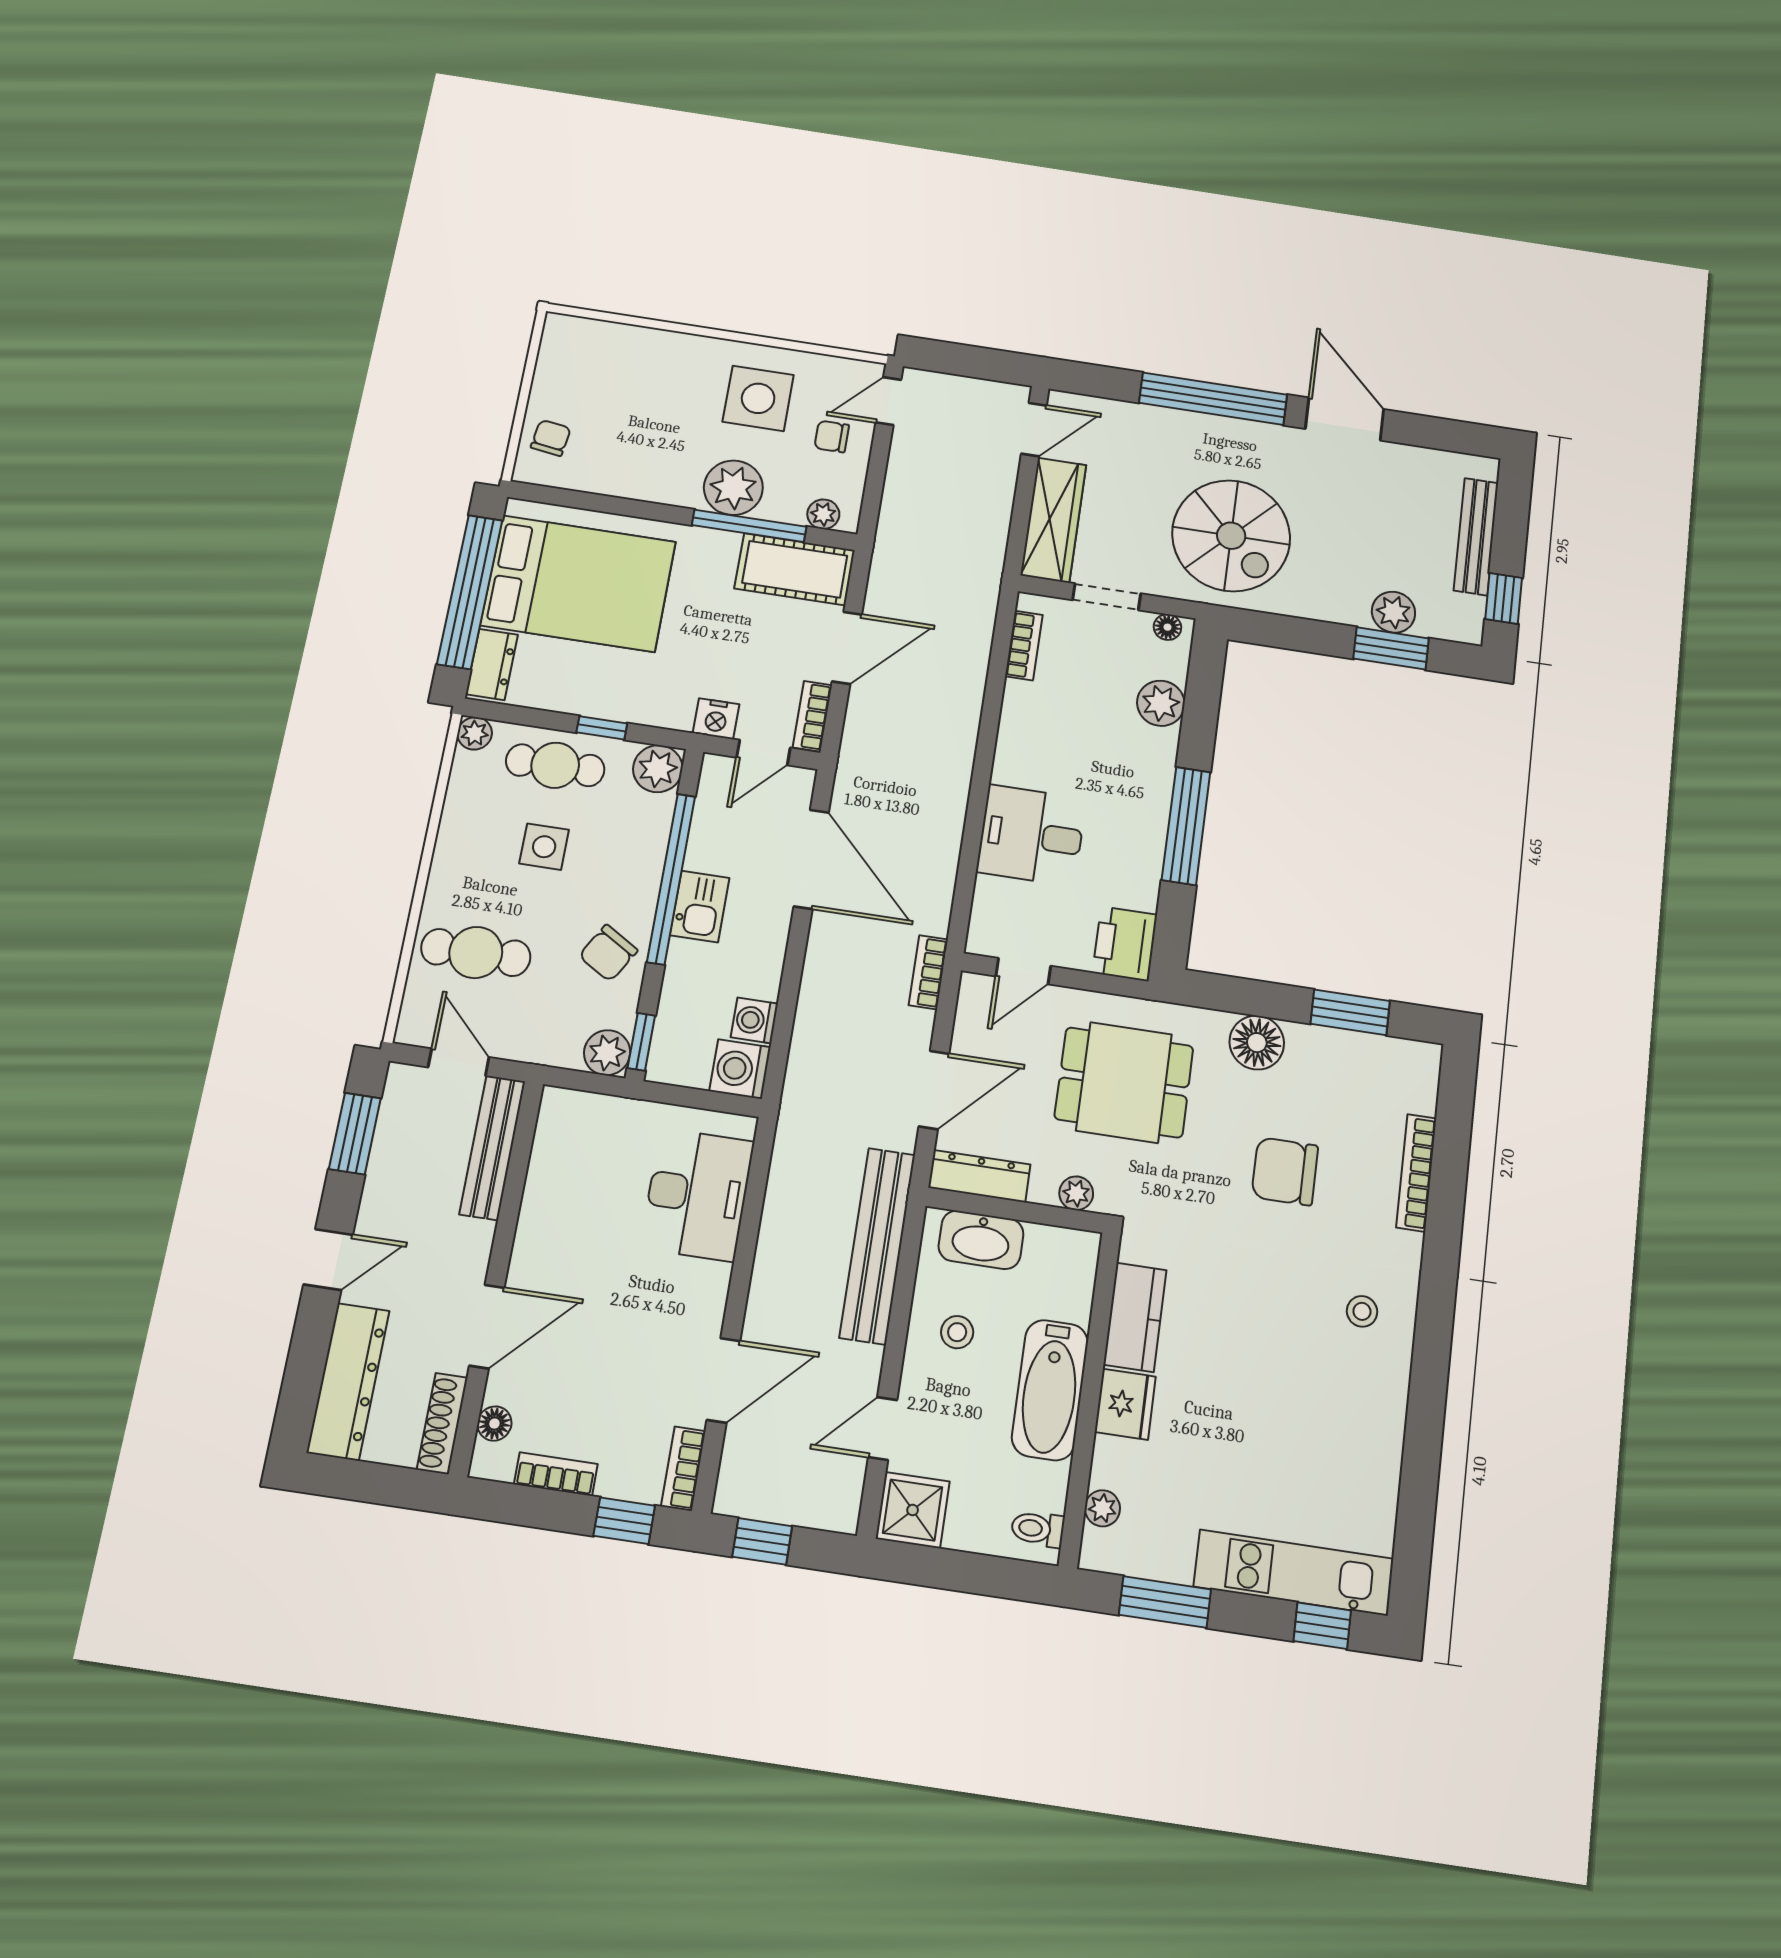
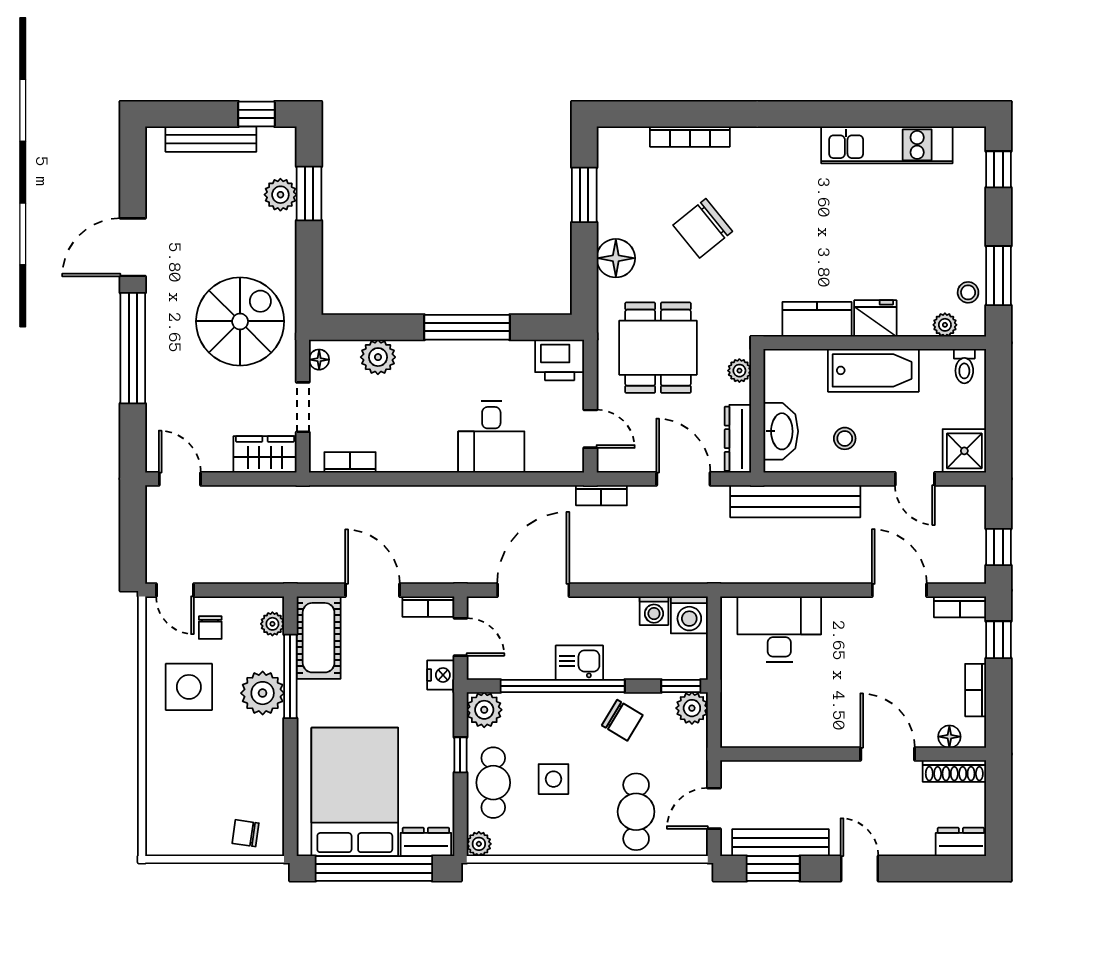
wardrobe: (1053, 520) -> (265, 454), width x0.67
bench: (492, 1148) -> (780, 843), moved
chair: (1285, 1171) -> (703, 228), turned 51
stool: (1362, 1311) -> (968, 292), moved
dresser: (348, 1381) -> (961, 842), width x0.51, depth x0.80
kitchen unit: (1294, 1573) -> (887, 145), moved, turned -90

